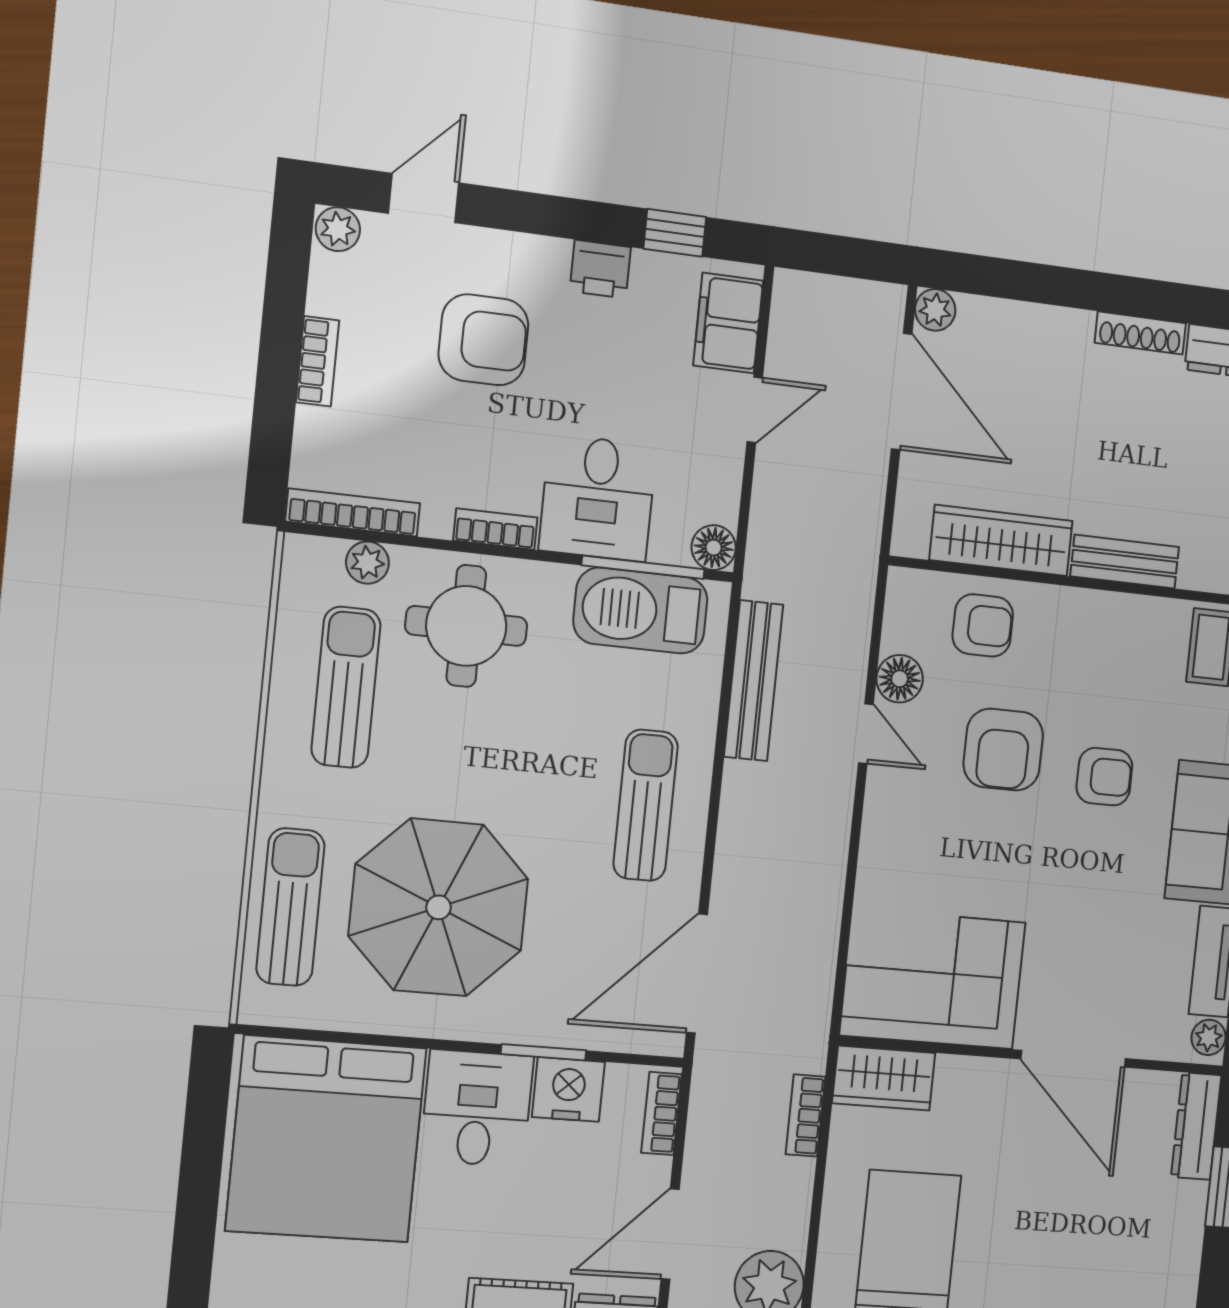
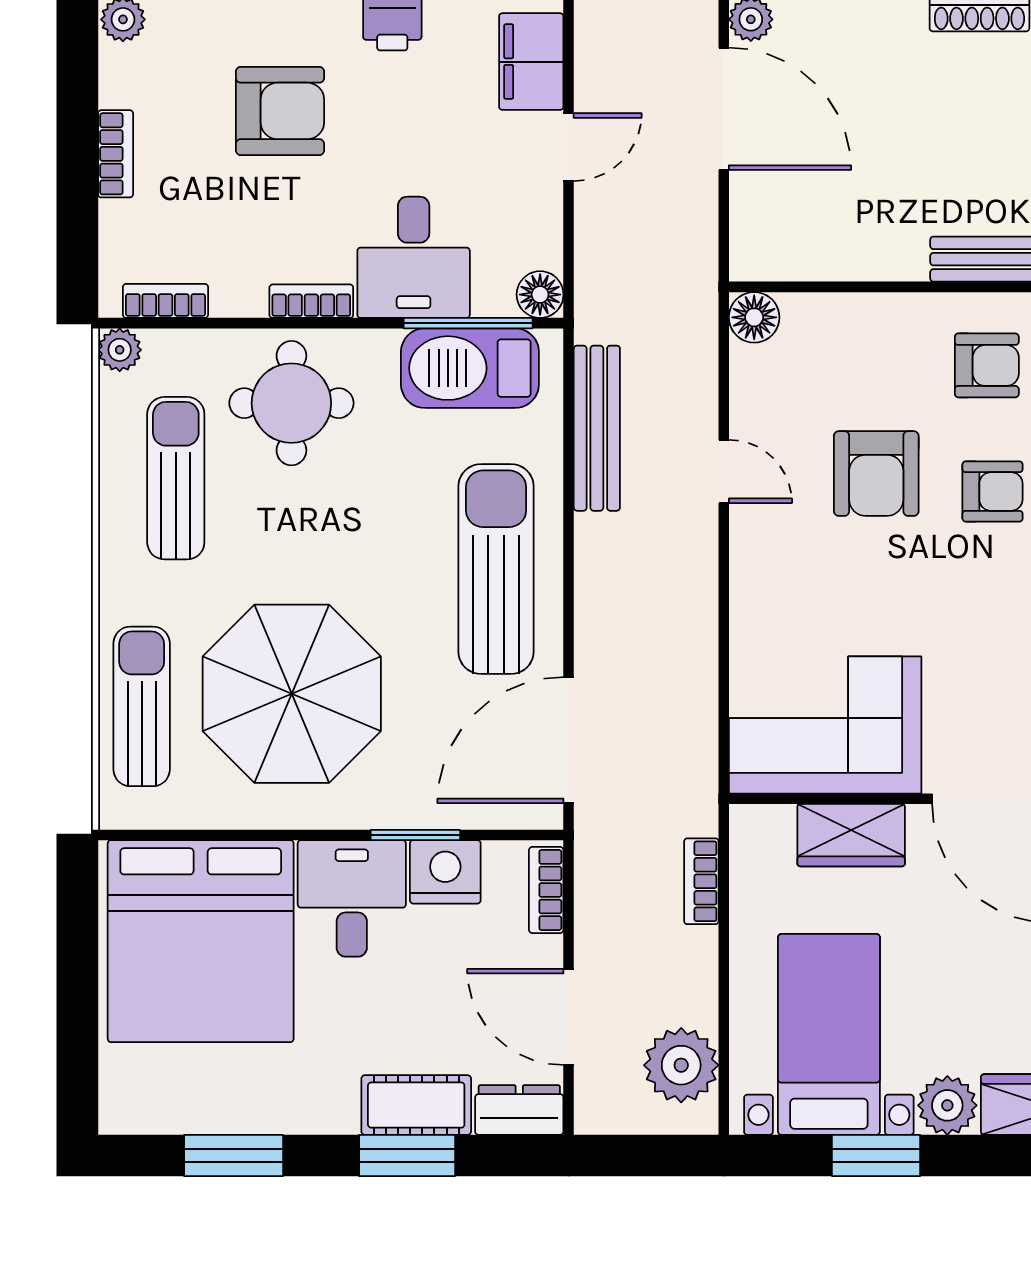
bookcase: (353, 512) -> (165, 301), width x0.64
wardrobe: (1001, 540) -> (849, 252), removed
plant: (367, 563) -> (120, 350), moved
armchair: (983, 625) -> (987, 365), moved
floor lamp: (900, 679) -> (754, 317), moved
sun lounger: (646, 805) -> (496, 569), width x1.36, depth x1.34
wardrobe: (884, 1078) -> (851, 835), moved
door: (670, 1234) -> (569, 1017), hinge flipped

